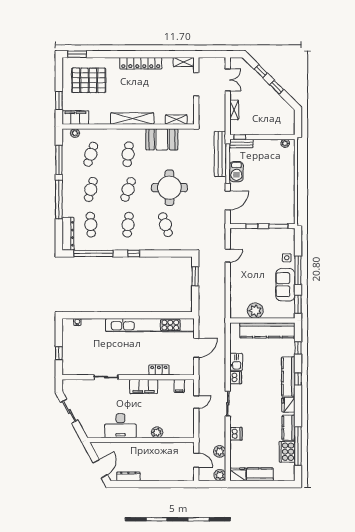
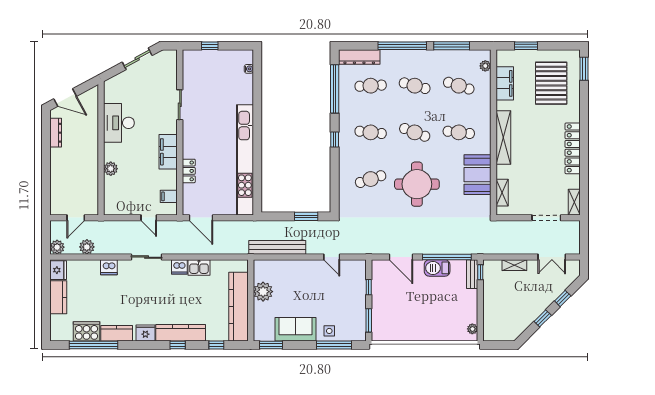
filing cabinet: (75, 118) -> (505, 83), moved
bench: (220, 154) -> (277, 247), moved
window: (298, 270) -> (334, 345), moved
door: (196, 348) -> (201, 218), moved

